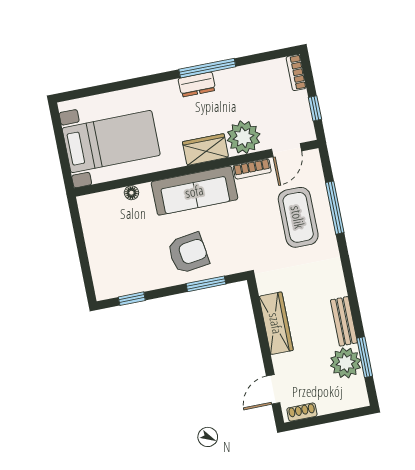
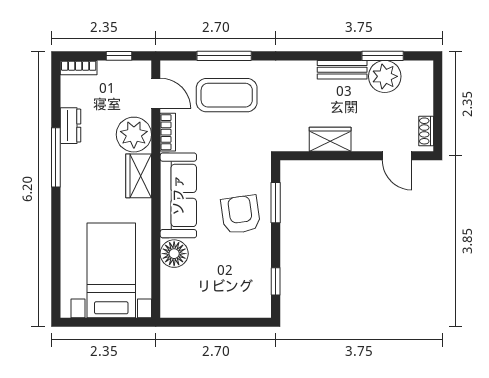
dresser: (197, 84) -> (70, 126), moved
floor lamp: (131, 193) -> (174, 254), width x1.89, depth x1.89
wardrobe: (276, 323) -> (330, 139), width x0.67

